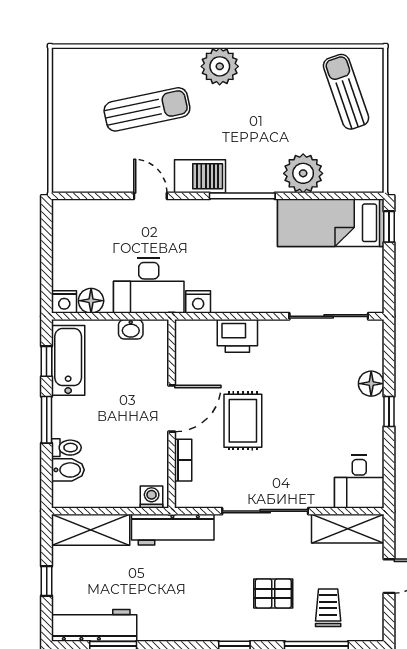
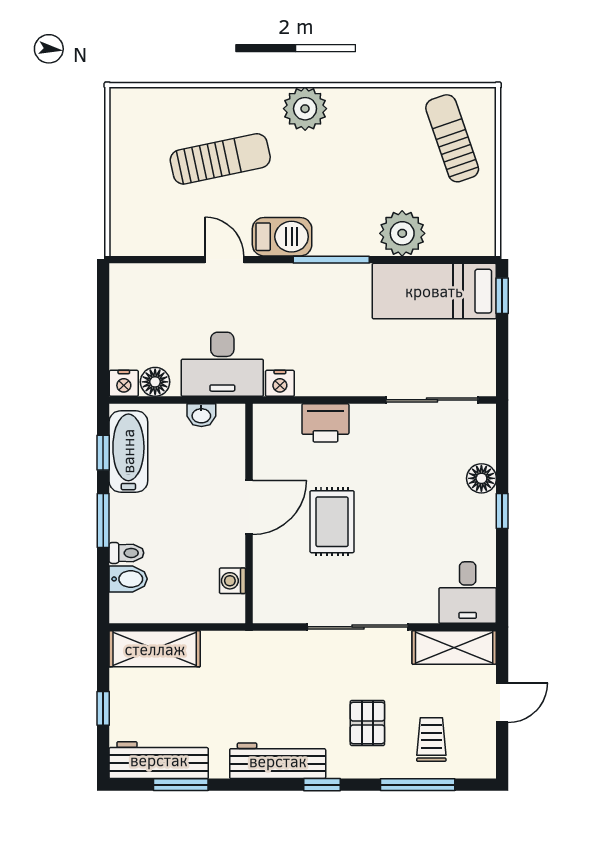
bookcase: (183, 460) -> (262, 568), removed
washing machine: (152, 497) -> (232, 581), moved, turned -90
workbench: (173, 530) -> (278, 761), moved, turned 180
pallet: (273, 593) -> (367, 723), turned 90

